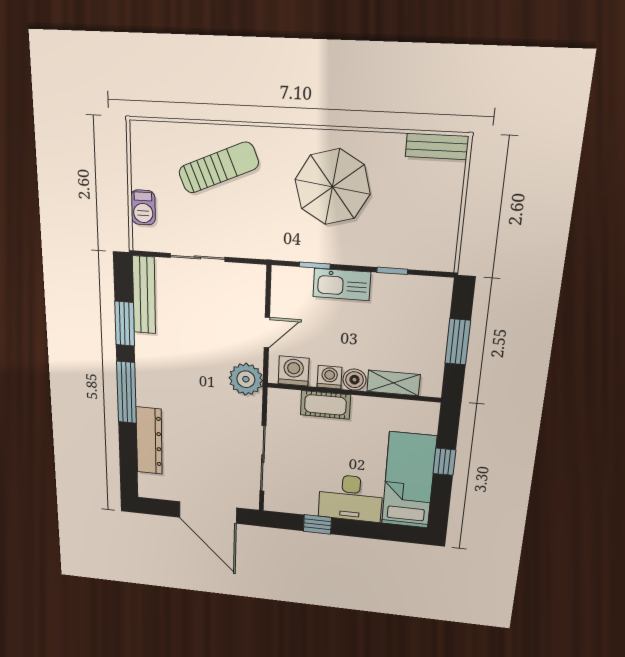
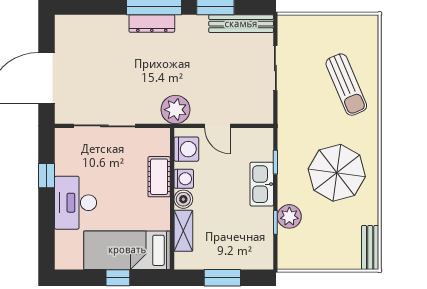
barbecue: (143, 207) -> (312, 24), removed
plant: (386, 253) -> (289, 216), added
dresser: (149, 441) -> (152, 23), moved, width x0.73, depth x0.80
bed: (409, 480) -> (127, 250), moved, turned 180

